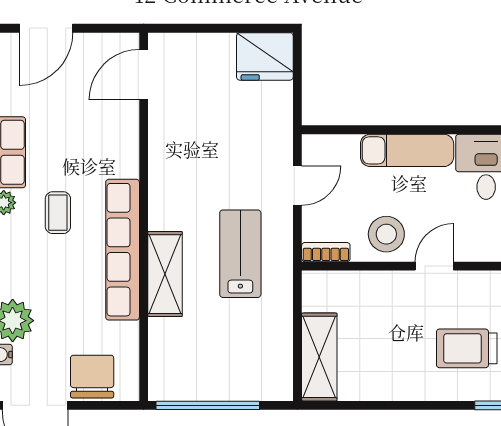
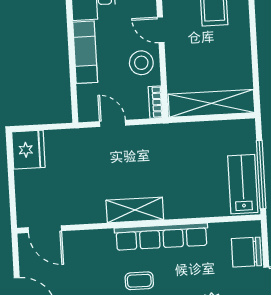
lab bench: (240, 254) -> (243, 184), moved, turned 90
shelving: (165, 274) -> (135, 210), moved
shelving: (319, 357) -> (211, 103), width x1.47

